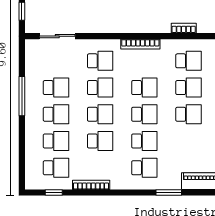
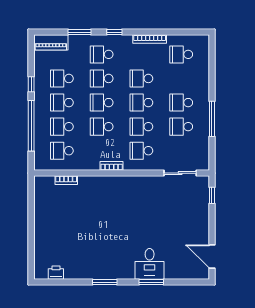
bookcase: (140, 44) -> (112, 166), width x0.64
school desk: (56, 141) -> (62, 78), moved
window: (54, 193) -> (114, 32), moved

